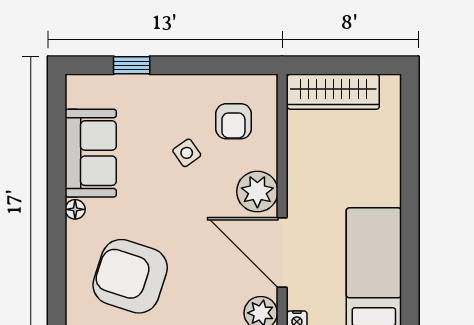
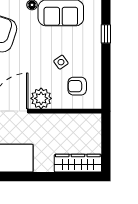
wardrobe: (333, 92) -> (78, 163), moved, turned 90

